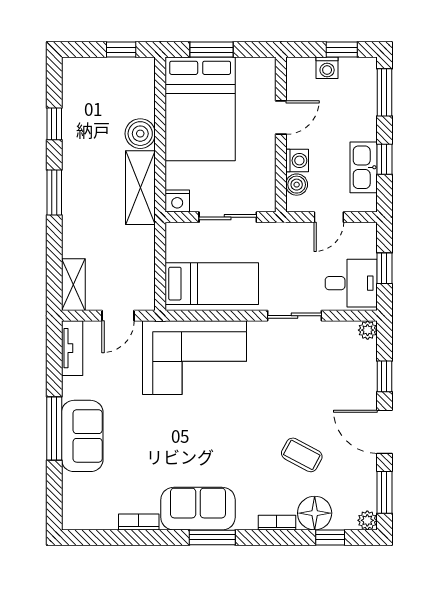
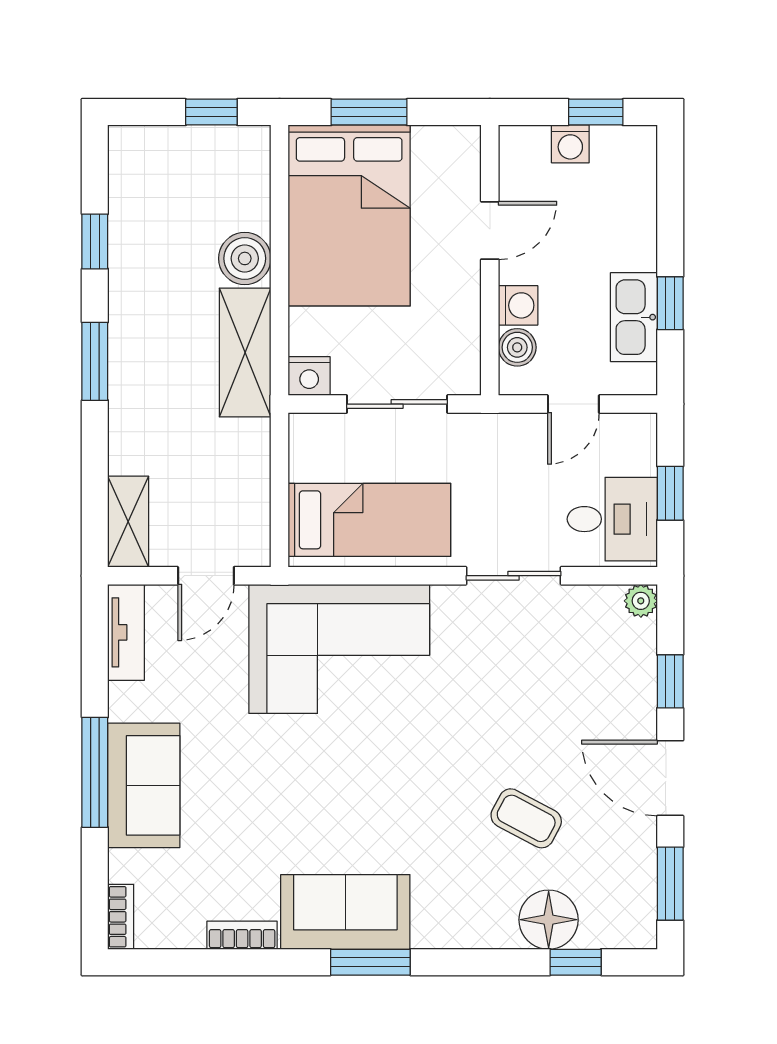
window: (384, 92) -> (670, 187), removed
plant: (367, 520) -> (640, 932), removed
bookcase: (277, 523) -> (121, 917), moved, turned 90

